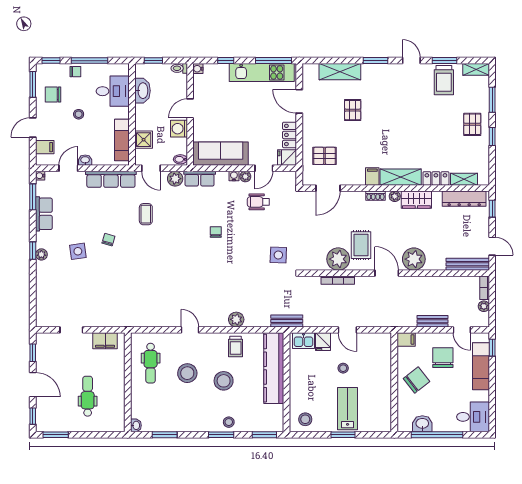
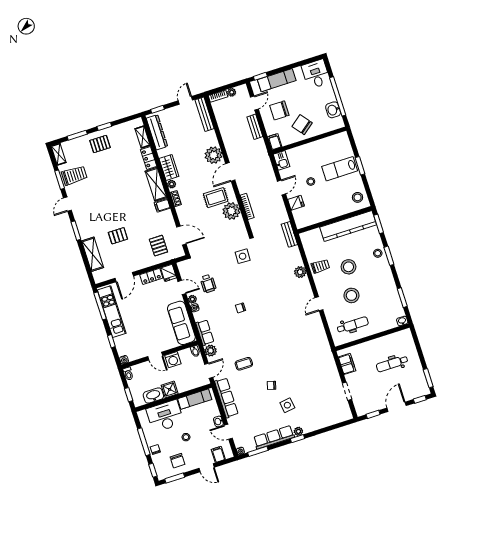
desk: (113, 91) -> (165, 416), width x1.37
shower: (144, 140) -> (170, 389), moved
row of seats: (44, 214) -> (274, 437), width x1.48
kitchen sink: (304, 341) -> (282, 160), moved
kitchen counter: (274, 368) -> (348, 226), moved

